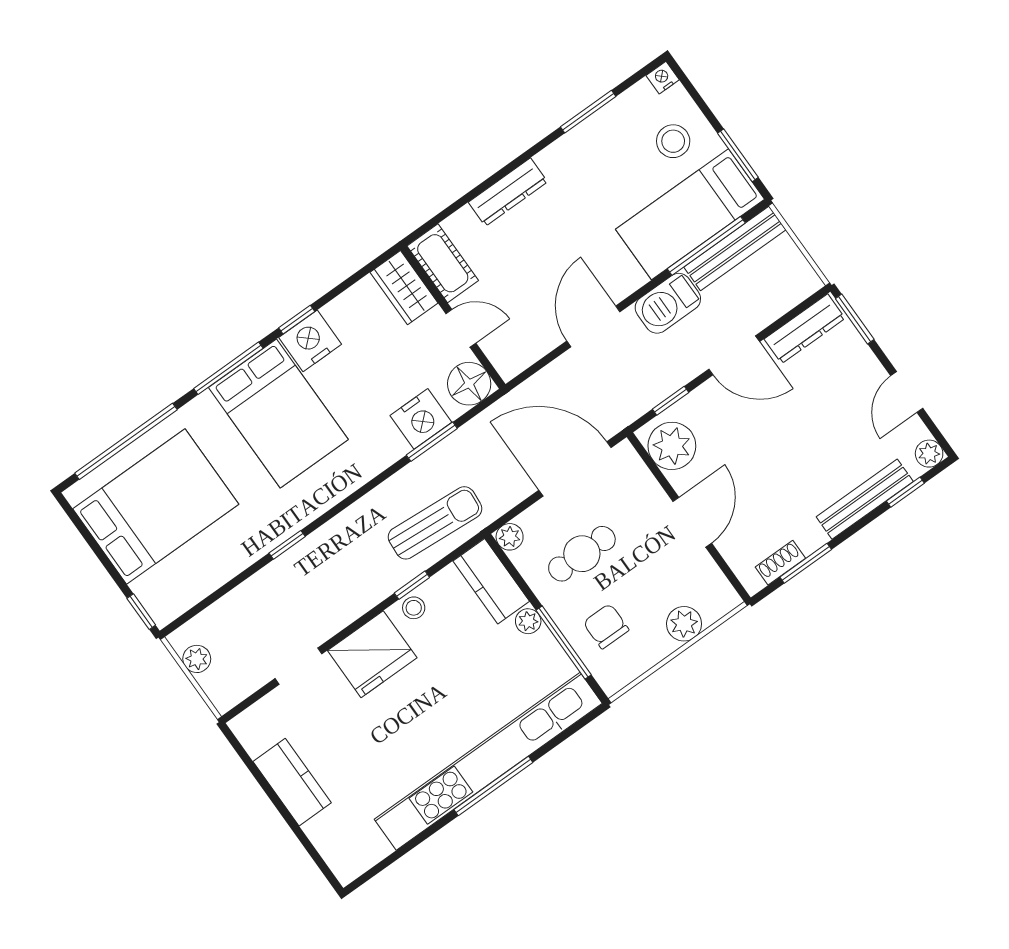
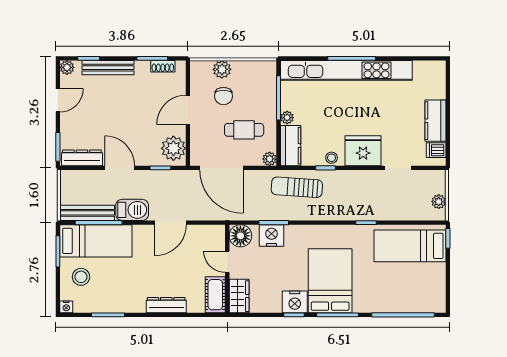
bed: (156, 506) -> (410, 246), moved, width x0.67
chair: (606, 626) -> (223, 96), moved
dishwasher: (258, 737) -> (436, 150), added

